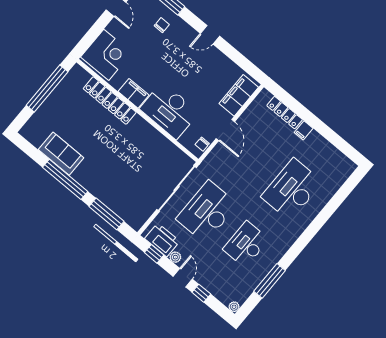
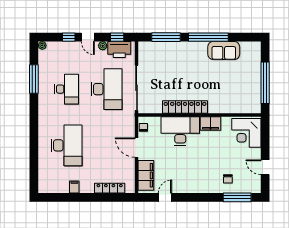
door: (210, 35) -> (165, 197), moved
locker: (110, 101) -> (185, 107), moved
filing cabinet: (304, 130) -> (74, 187), moved

